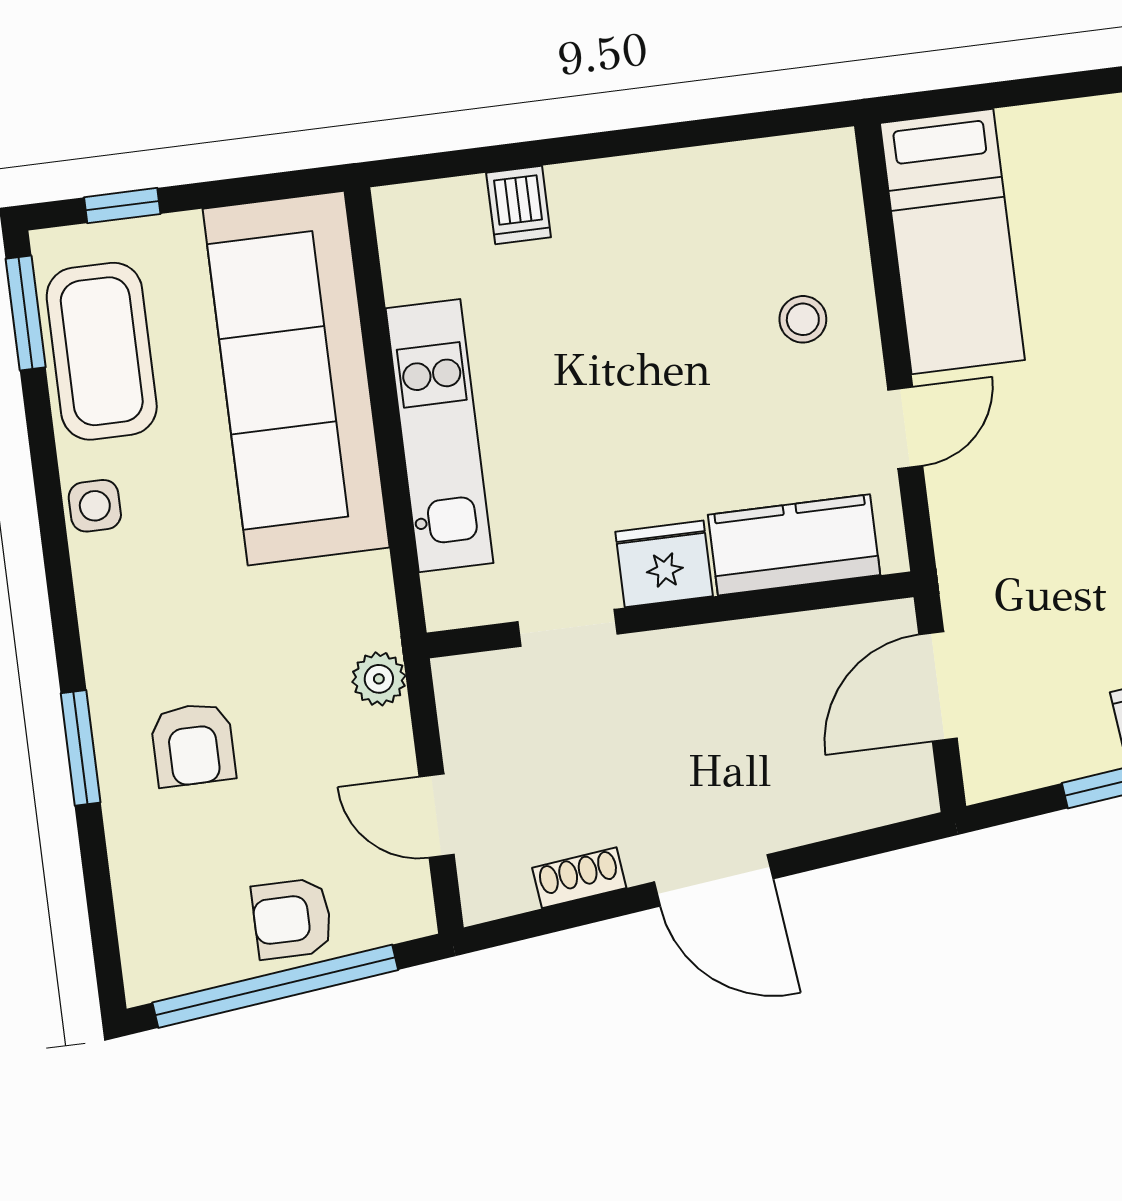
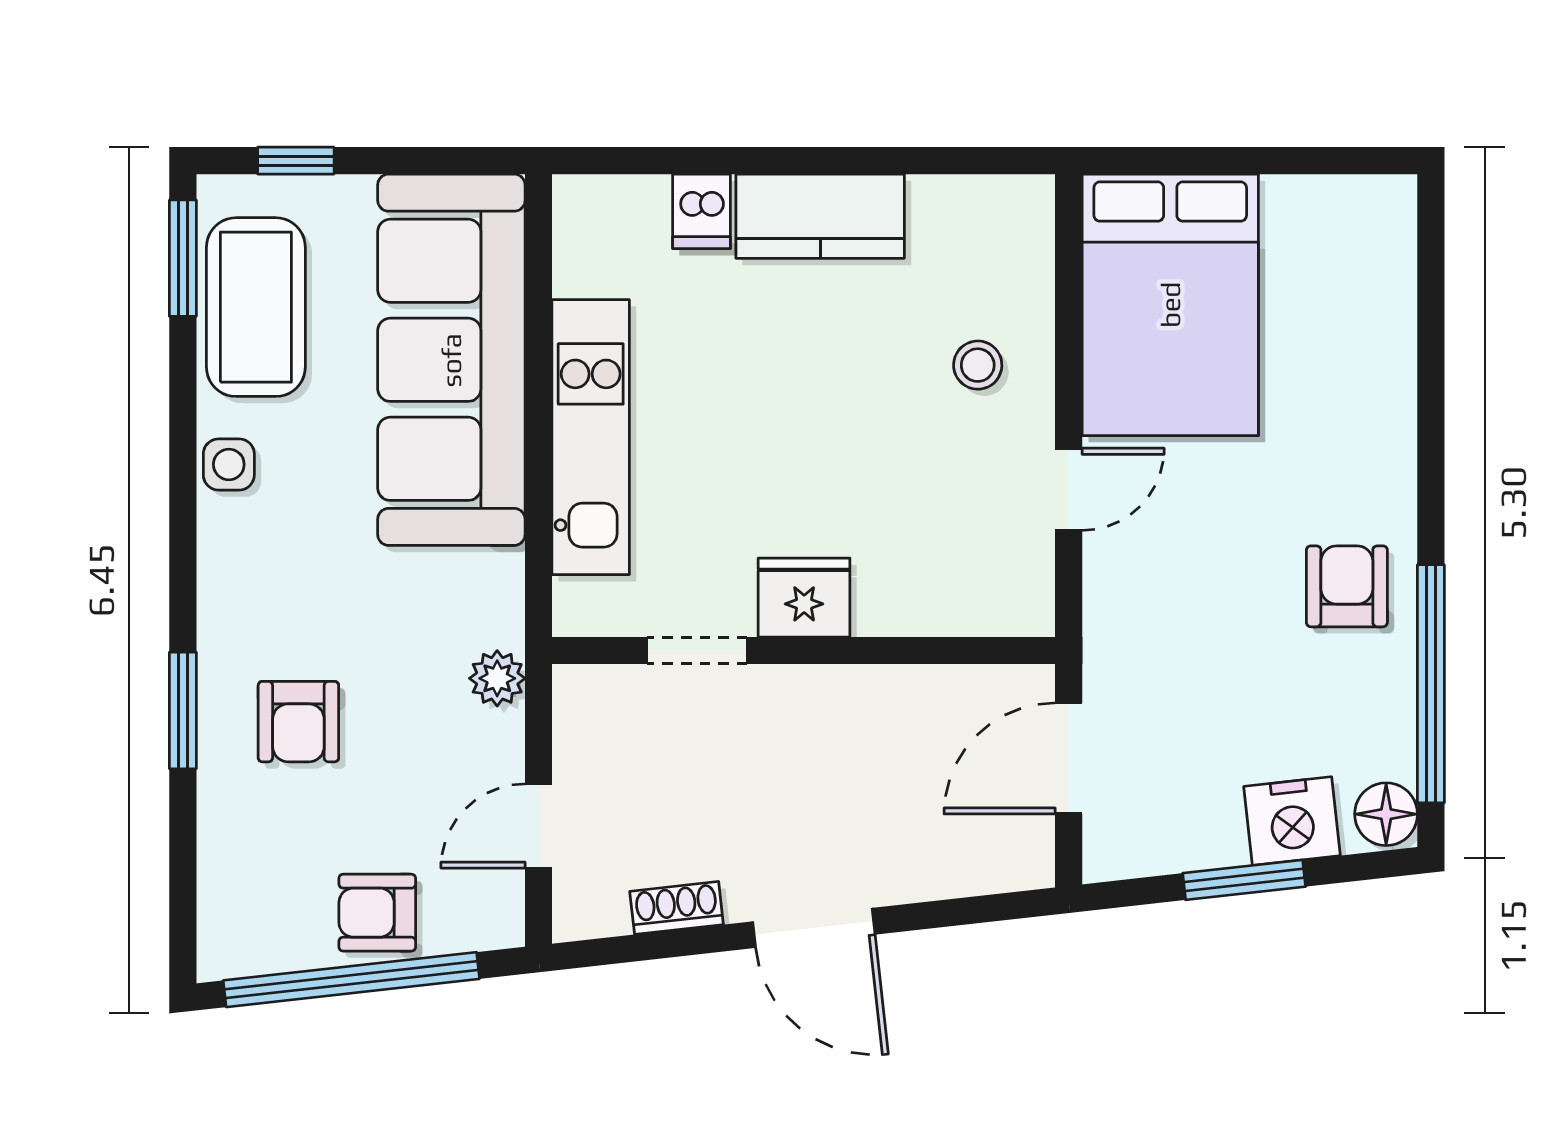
bed: (952, 241) -> (1170, 305), width x1.50
kitchen counter: (794, 545) -> (820, 216), moved, turned 180
door: (437, 816) -> (539, 826), hinge flipped

